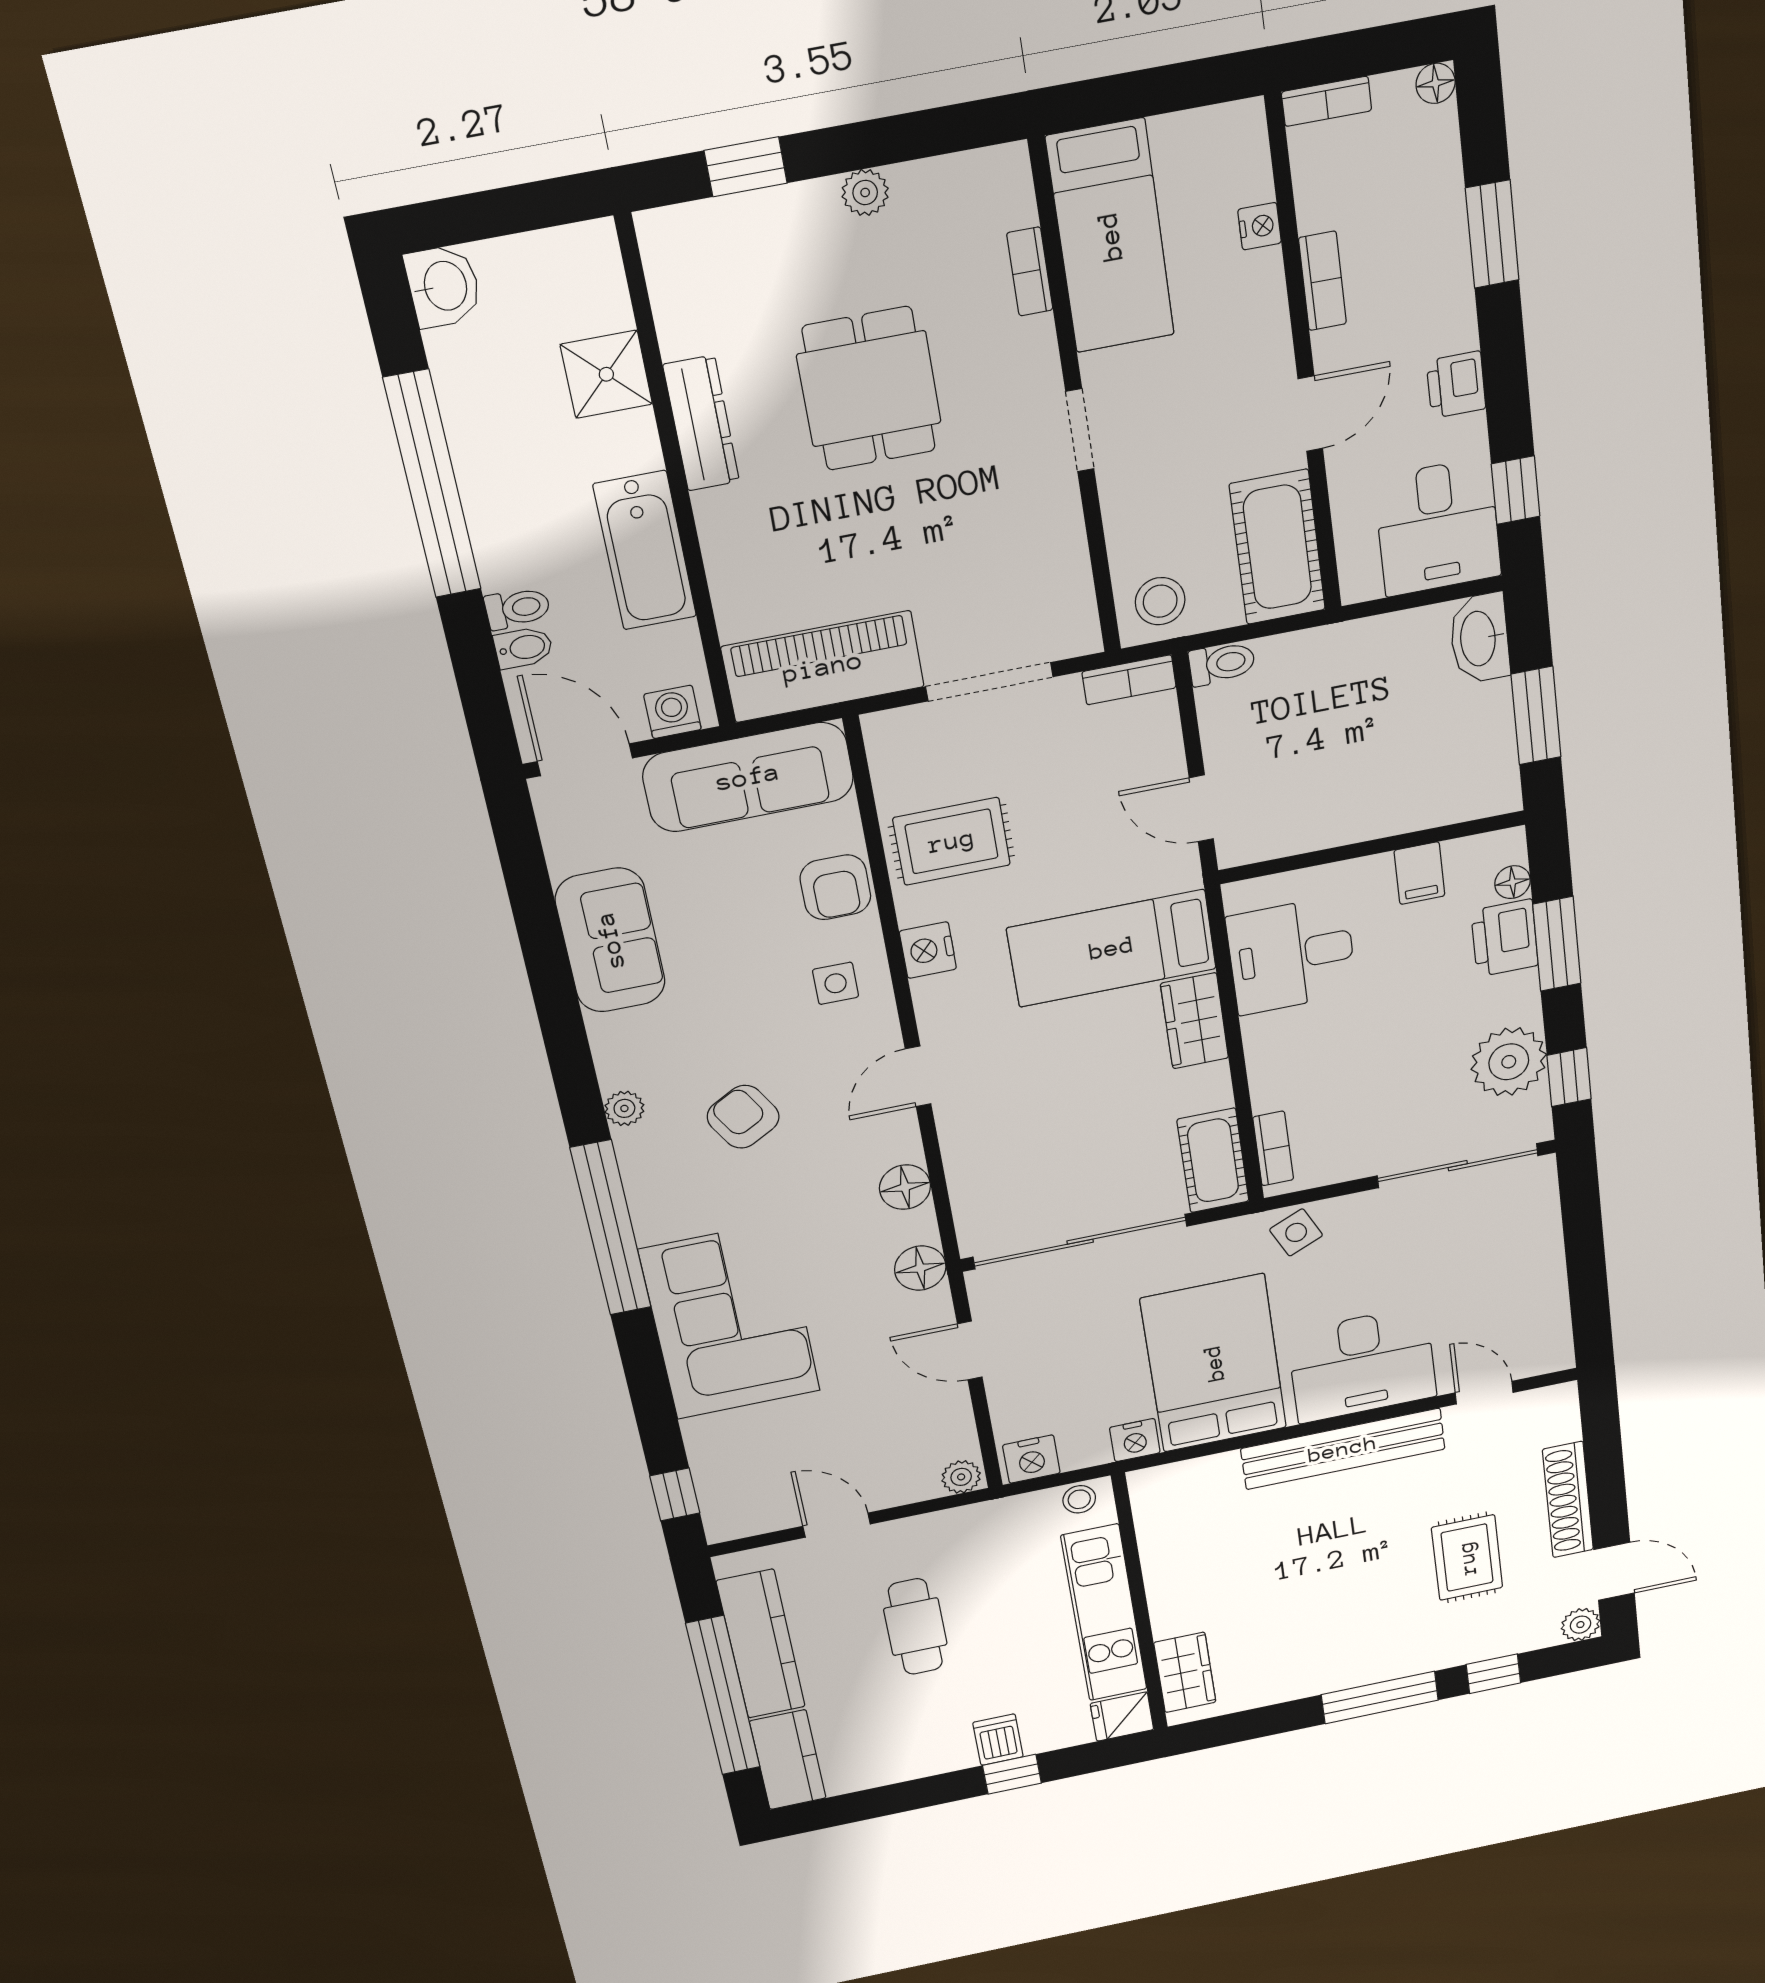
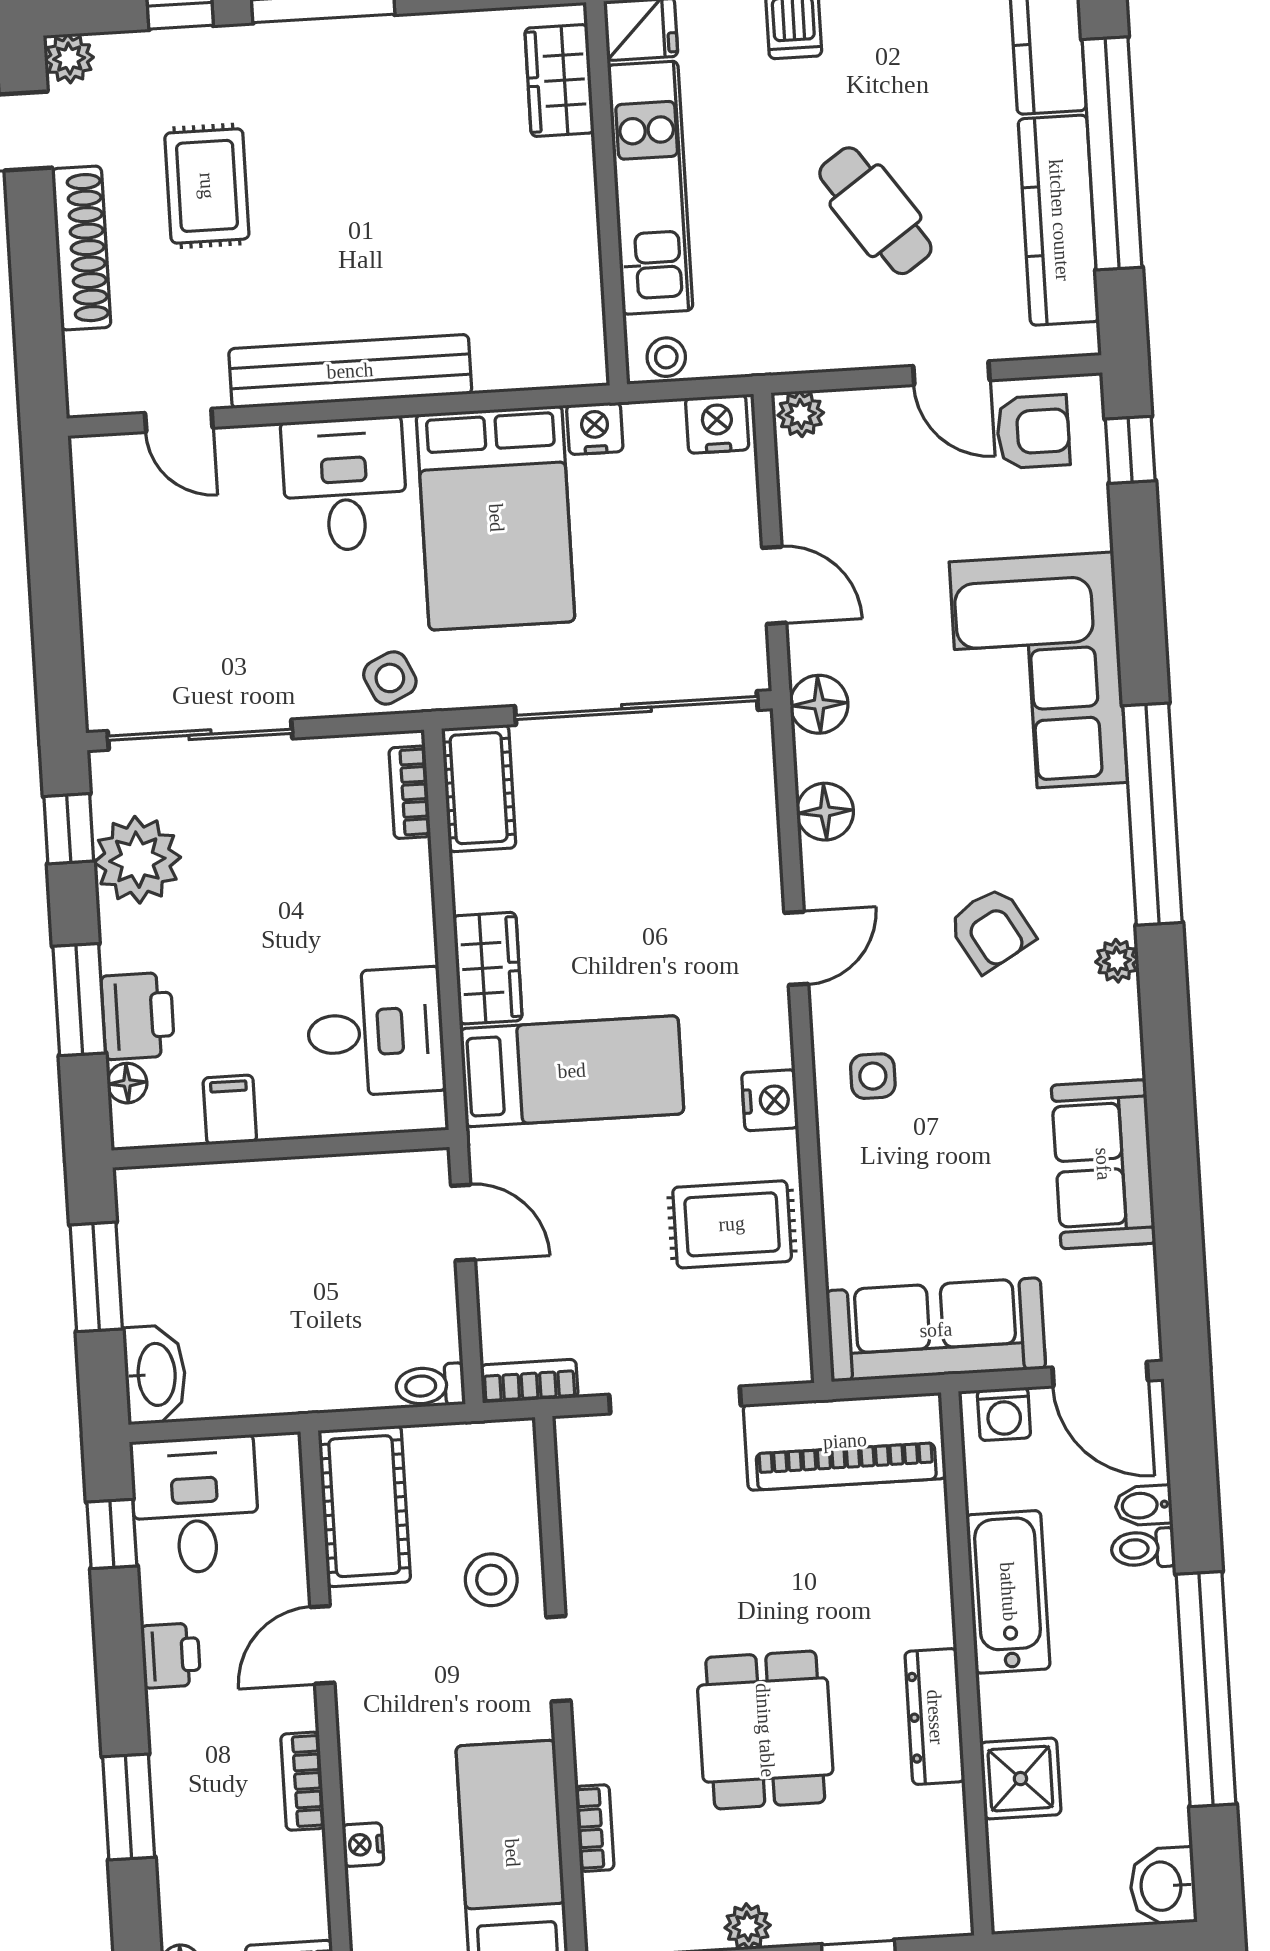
stool: (1160, 601) -> (491, 1580), moved
armchair: (835, 887) -> (1033, 432), moved, turned 90
desk: (1362, 1364) -> (345, 484), width x0.73
cafe table: (915, 1627) -> (875, 211), turned -35

